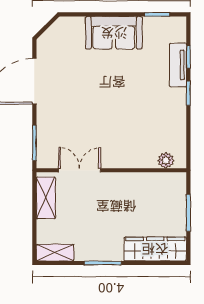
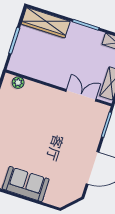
double door: (80, 170) -> (81, 95), swing flipped

